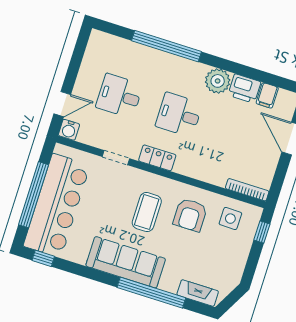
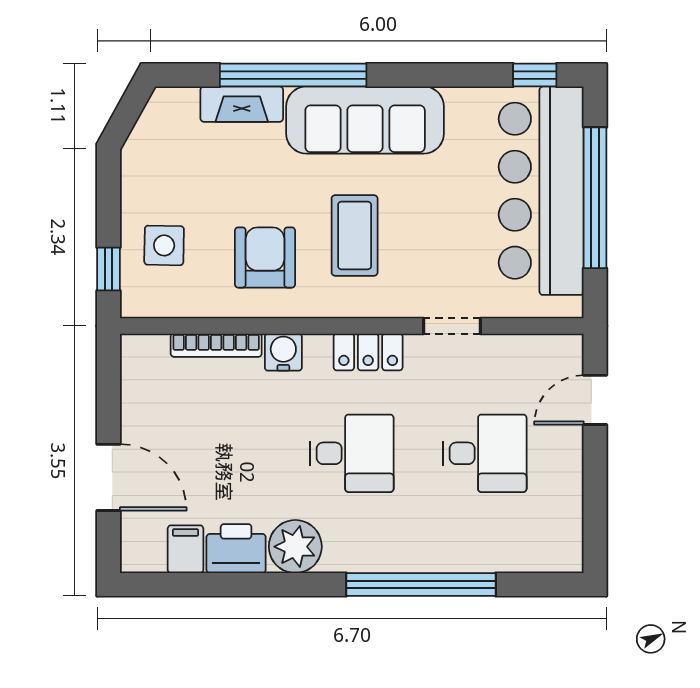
water cooler: (69, 130) -> (283, 352), moved
bookcase: (247, 190) -> (216, 345), moved
side table: (230, 219) -> (164, 245), moved
fireplace: (198, 293) -> (242, 104), moved

